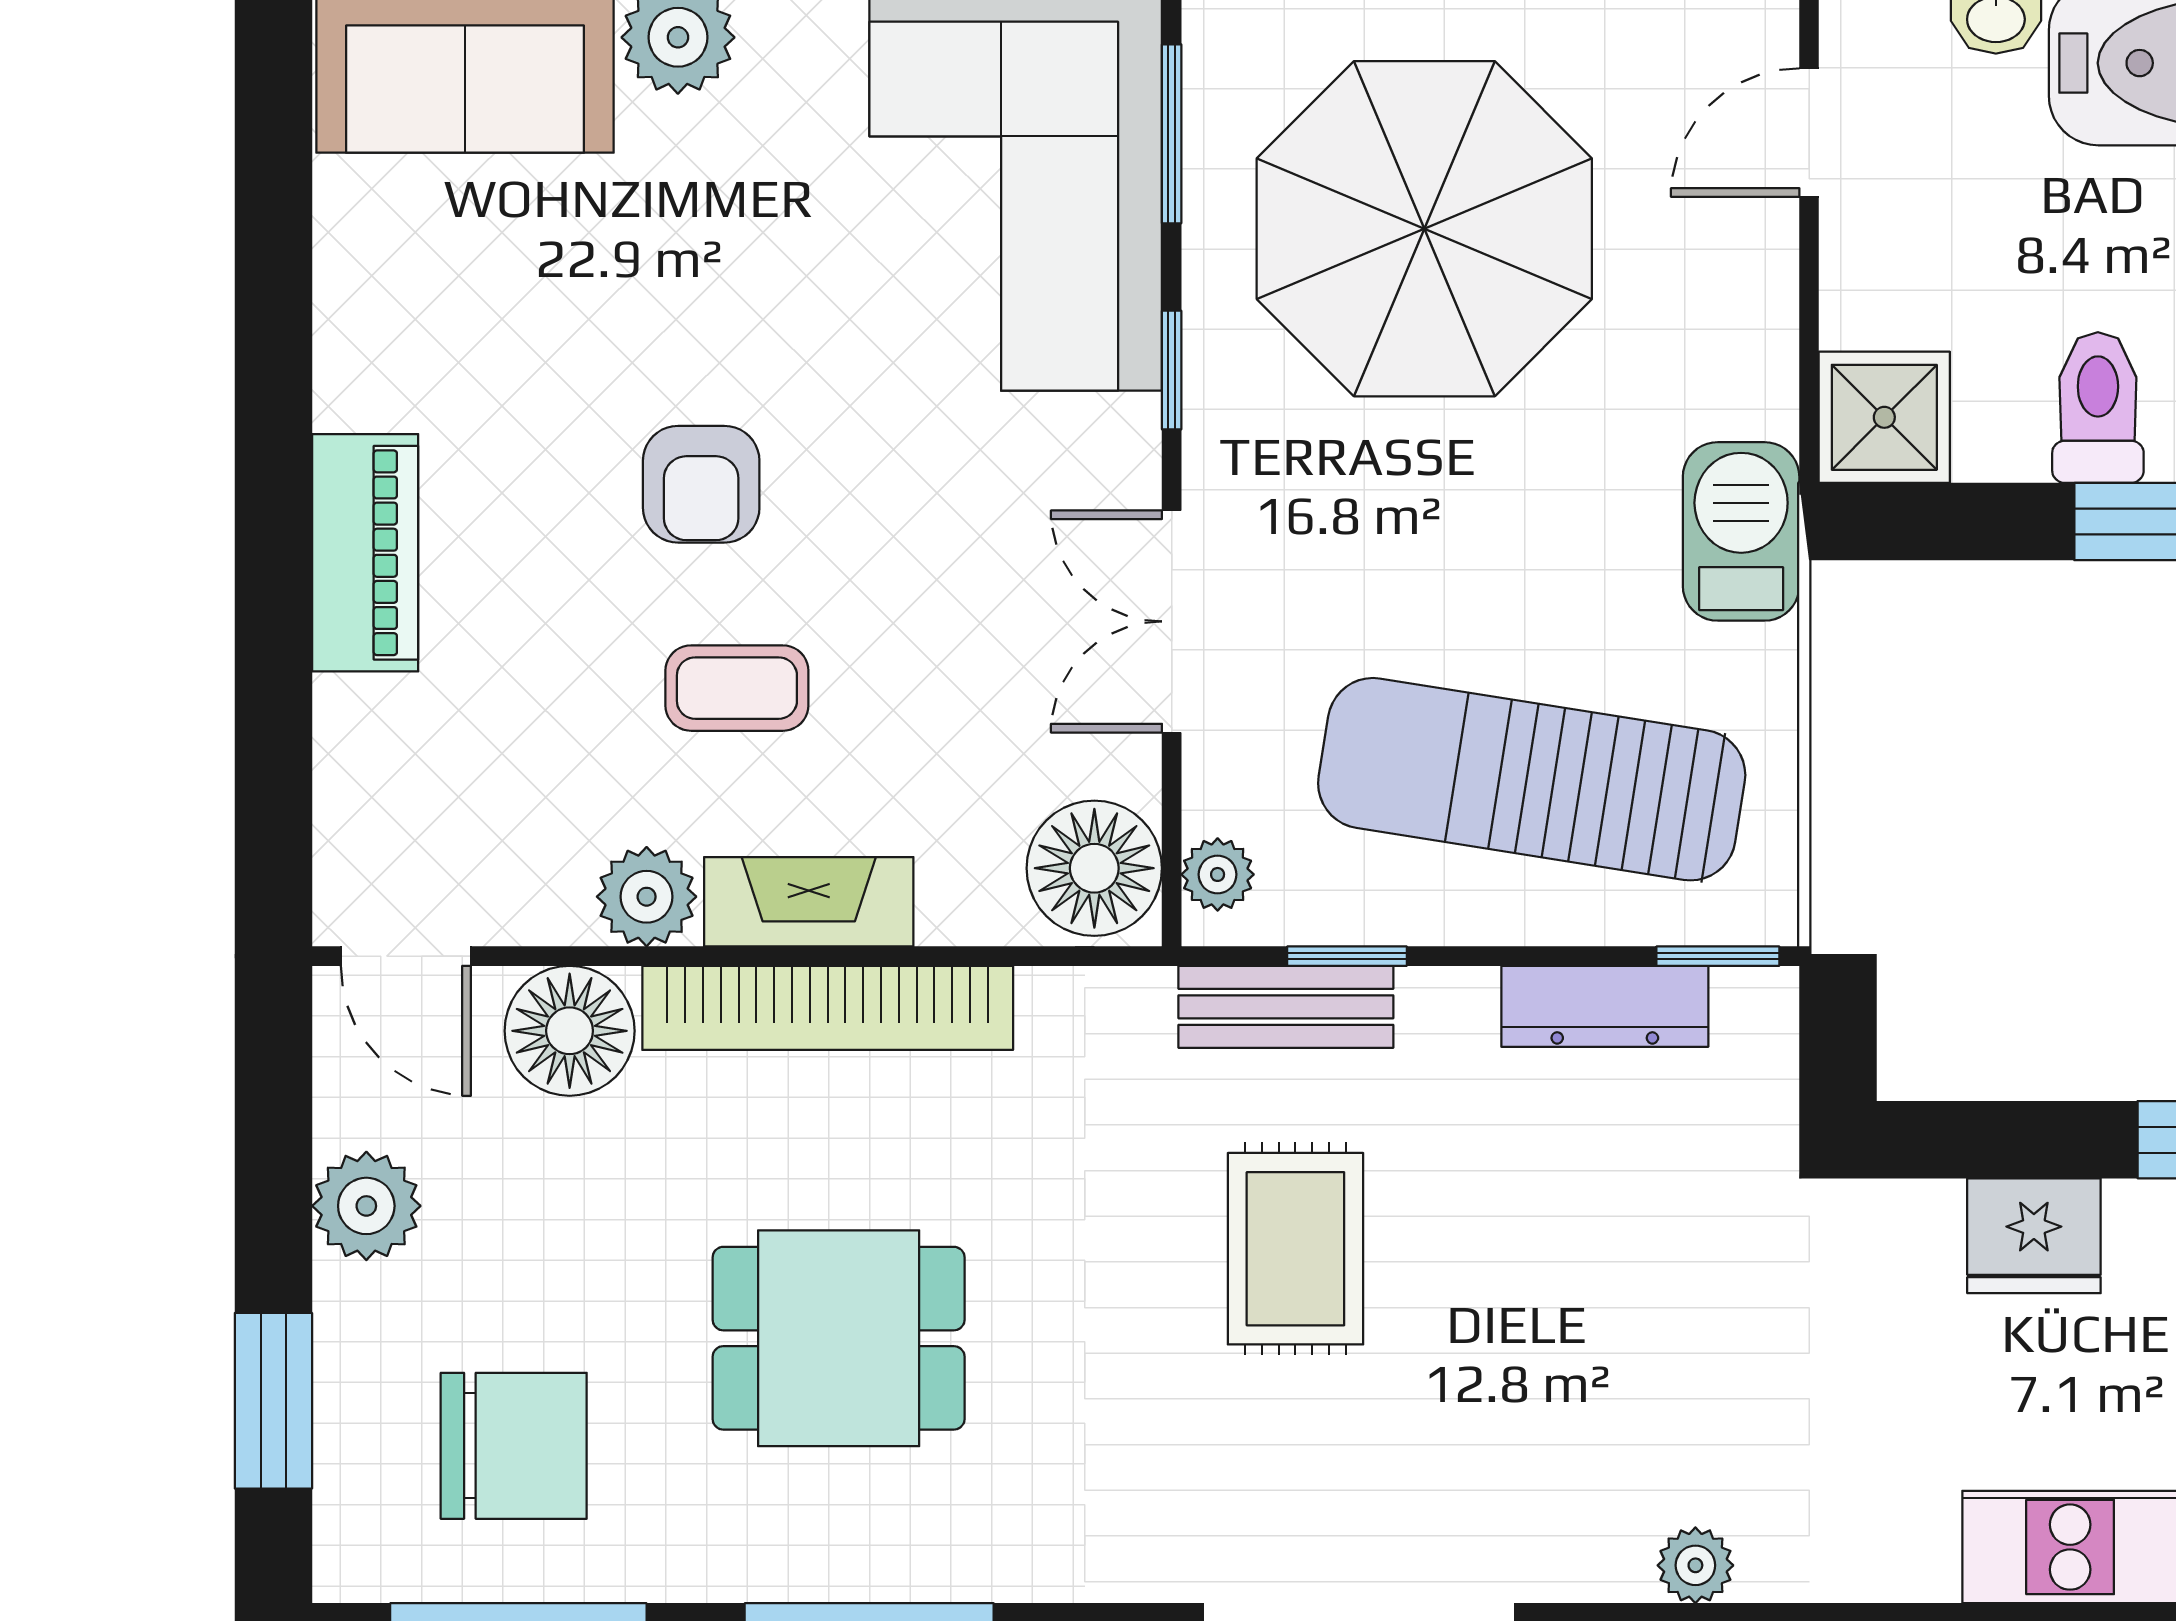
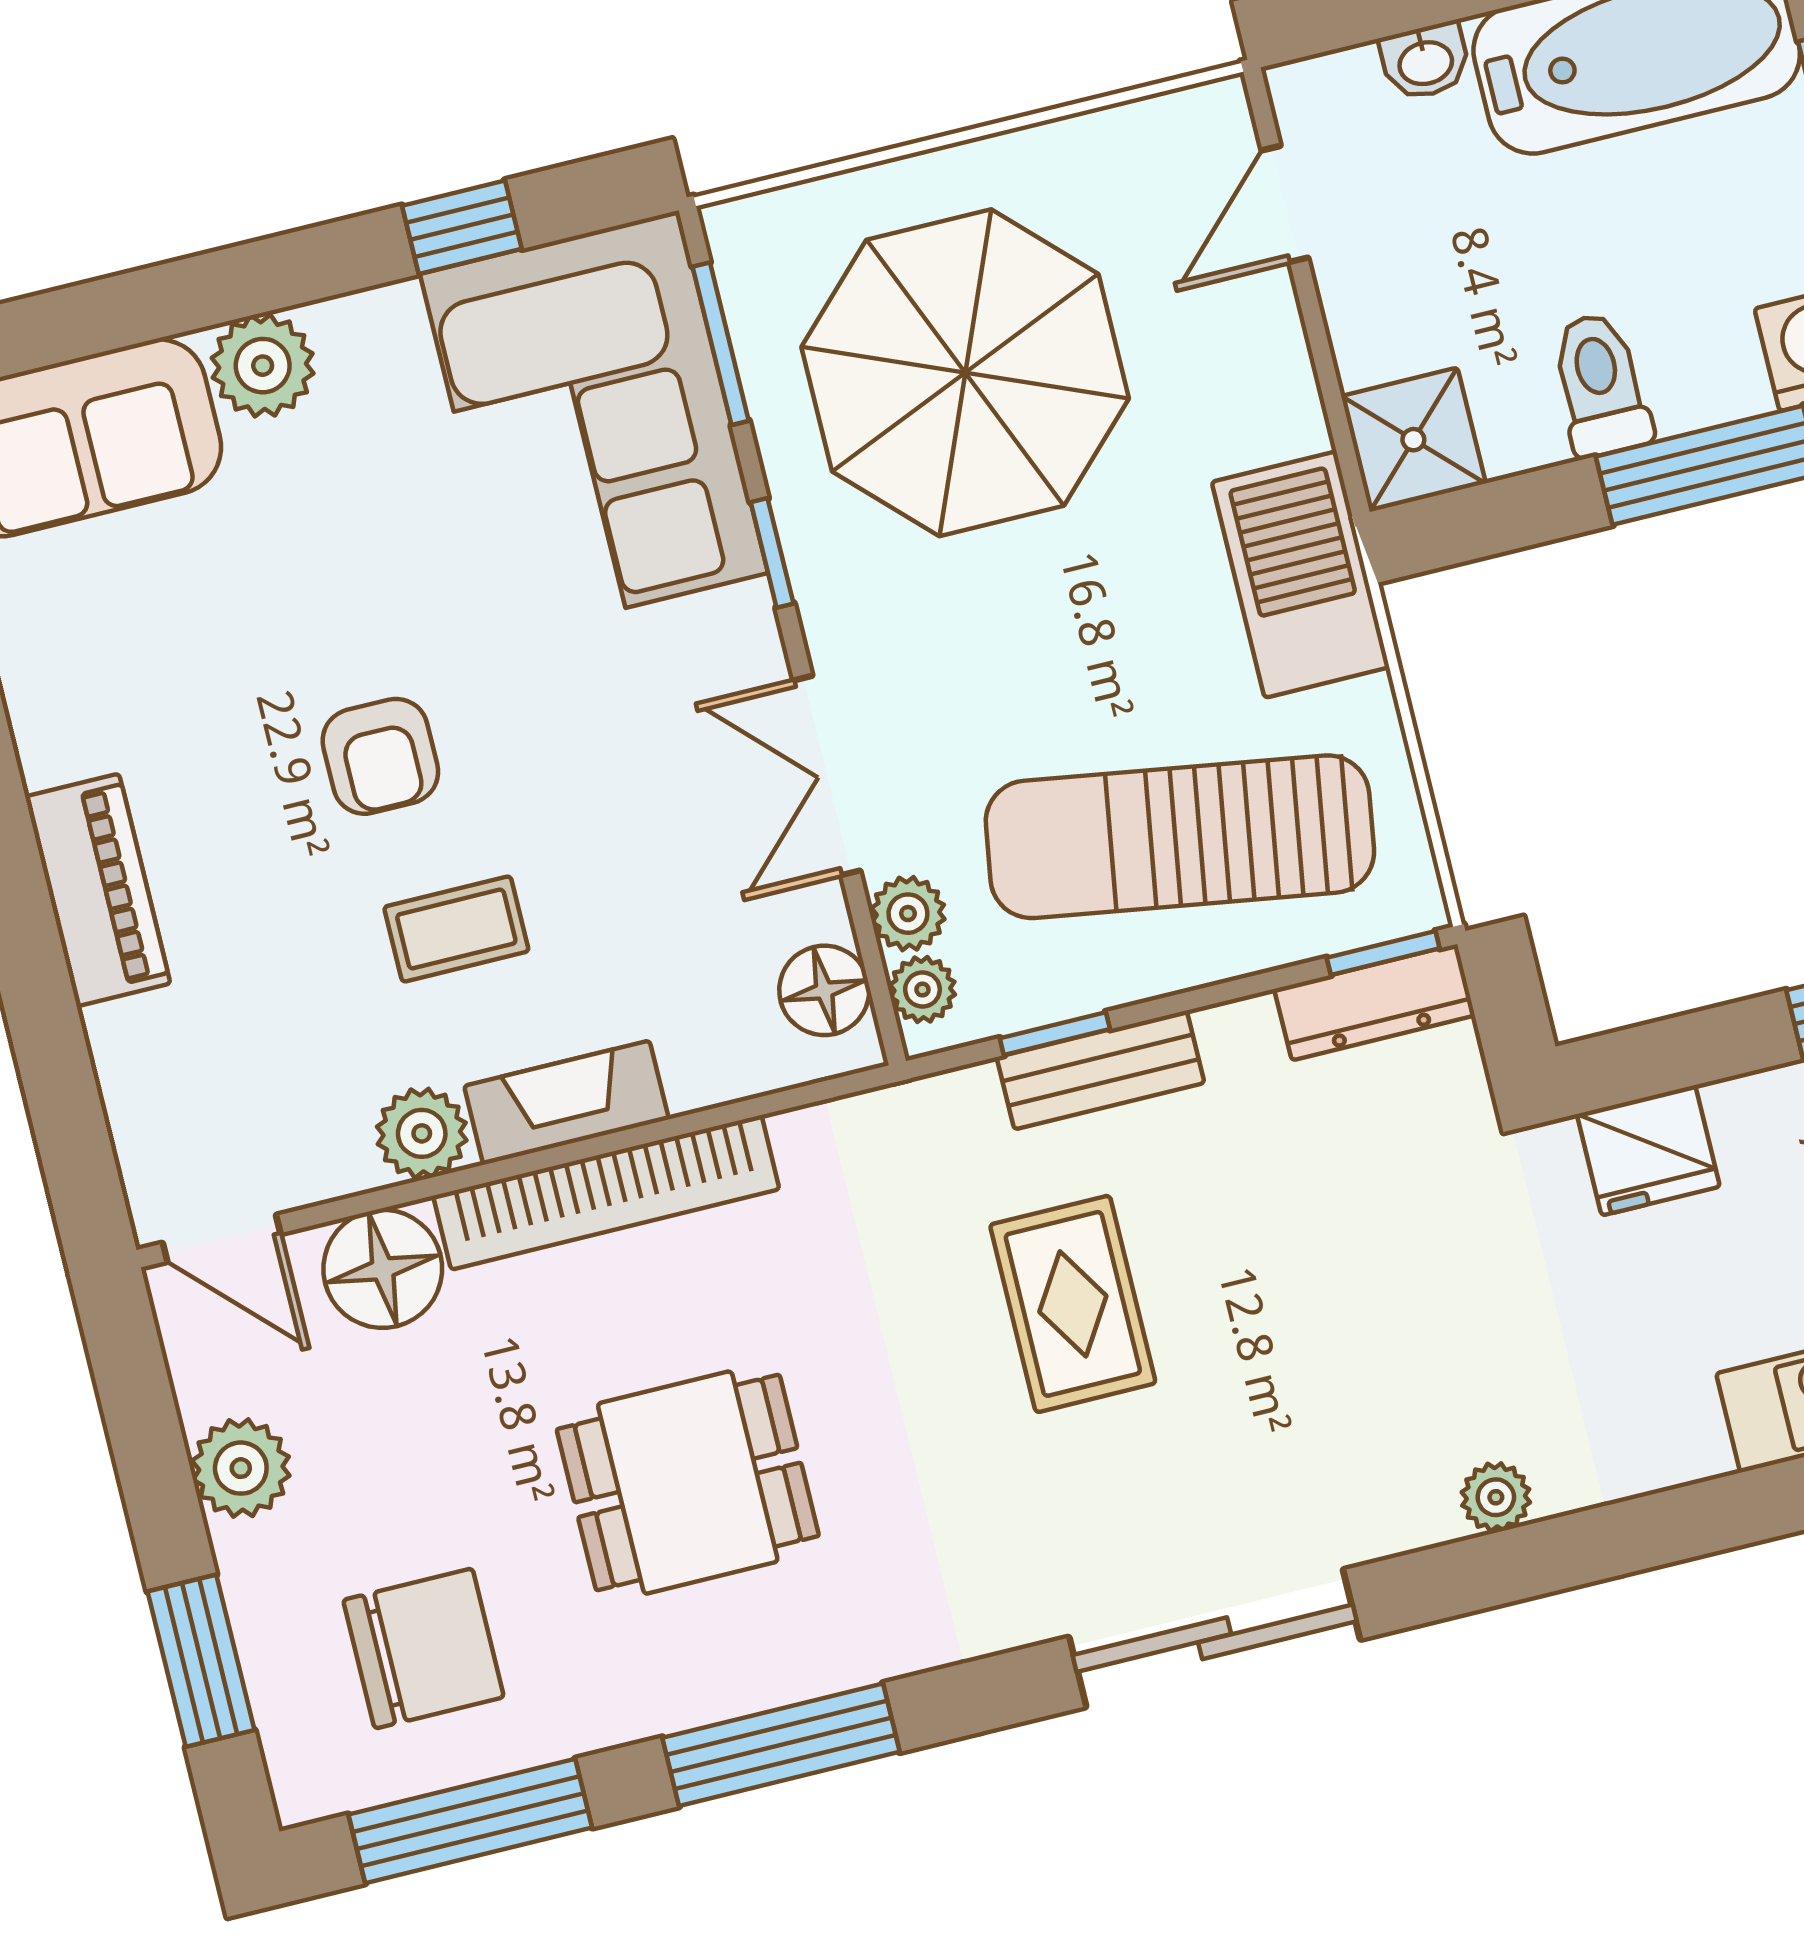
barbecue: (1741, 531) -> (1301, 575), width x1.37, depth x1.21
plant: (1222, 790) -> (908, 914), added
floor lamp: (1094, 868) -> (824, 990), width x0.73, depth x0.73
dresser: (1605, 1006) -> (1375, 1002), moved
bench: (1286, 1007) -> (1101, 1070), moved
fridge: (2034, 1236) -> (1648, 1150), moved

